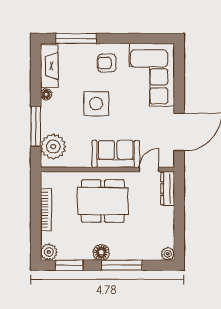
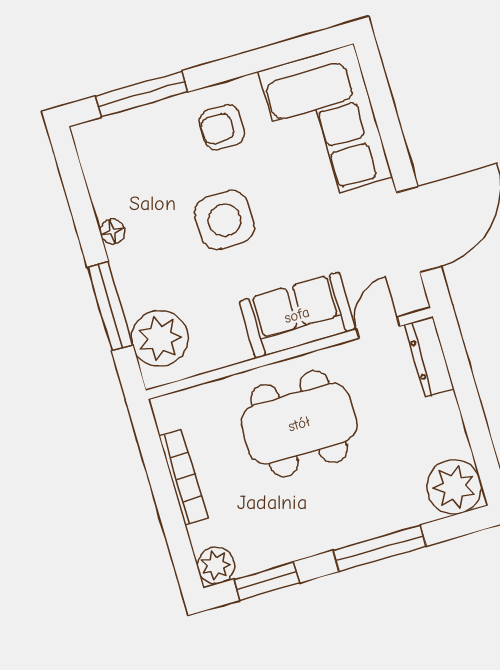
fireplace: (49, 66) -> (102, 169), removed
floor lamp: (101, 252) -> (328, 534), removed
plant: (168, 254) -> (454, 487), width x1.88, depth x1.88

